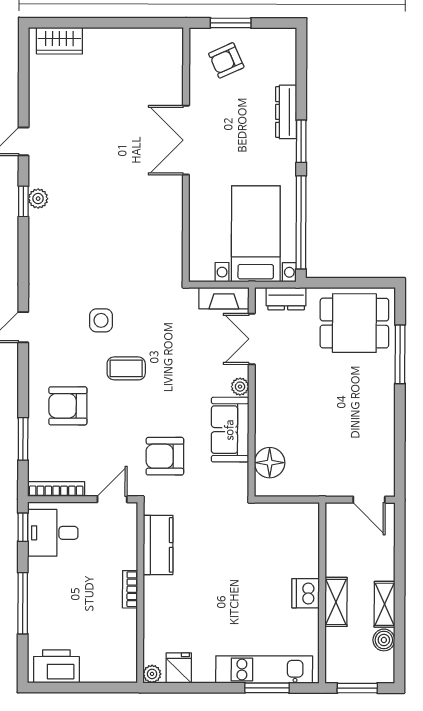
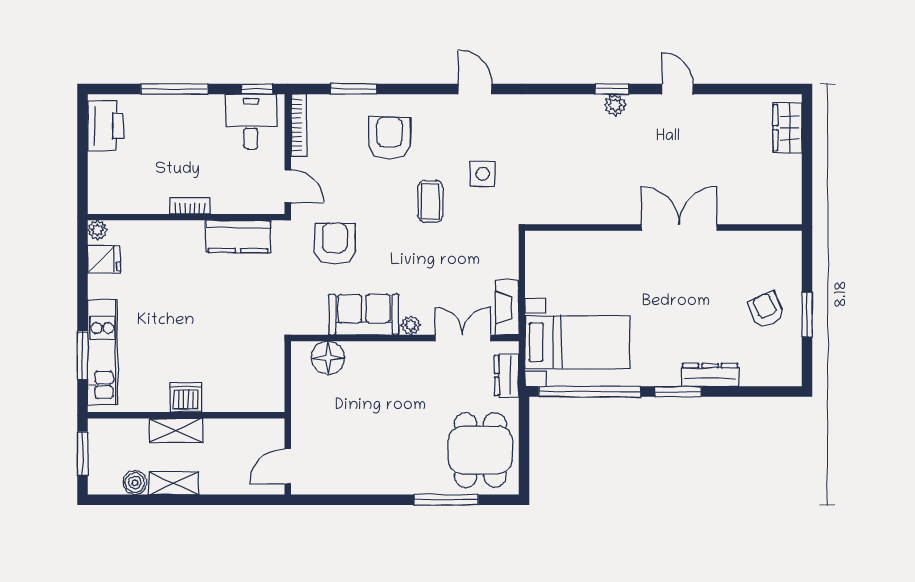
double door: (186, 140) -> (679, 227), moved
wall: (186, 155) -> (663, 227), moved

